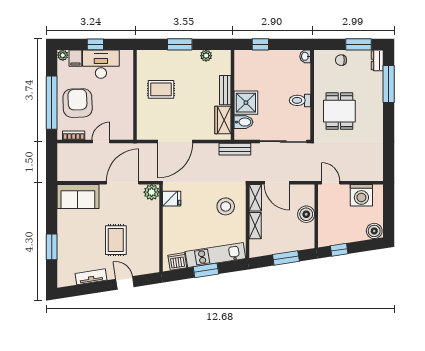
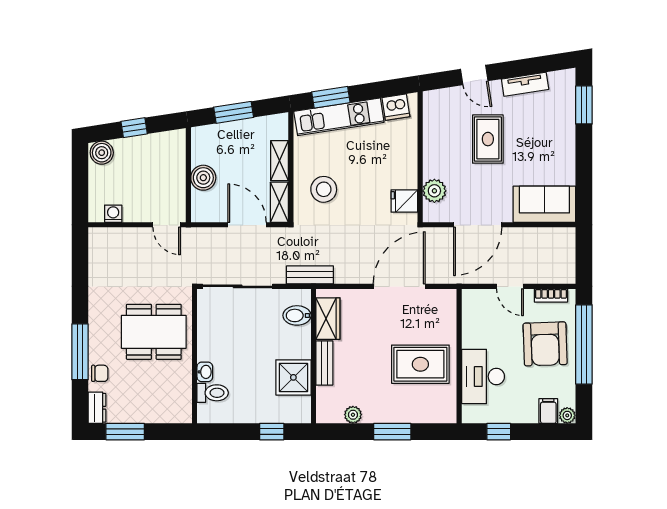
window: (95, 44) -> (499, 432), moved
washbasin: (305, 56) -> (205, 372), moved
chair: (341, 60) -> (100, 373), moved
desk: (101, 64) -> (483, 376), moved, turned 90
window: (389, 84) -> (80, 352), moved
rug: (161, 89) -> (420, 364), width x1.36, depth x1.43
toilet: (300, 100) -> (213, 393), moved
shower: (246, 103) -> (293, 377), moved
dining table: (339, 111) -> (154, 332), width x1.38
door: (101, 142) -> (510, 286), hinge flipped
plant: (152, 192) -> (434, 191), moved
washing machine: (361, 195) -> (113, 214), width x0.53, depth x0.53
window: (52, 247) -> (584, 105), moved
window: (339, 250) -> (134, 128), moved
window: (206, 270) -> (331, 97), moved

